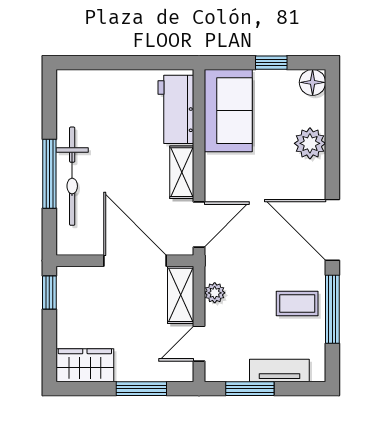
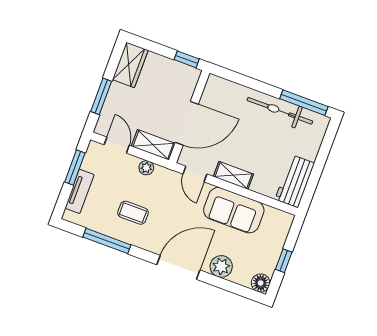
workbench: (176, 109) -> (295, 181), moved, turned -90
sofa: (228, 111) -> (234, 210), moved
window: (49, 174) -> (304, 103), moved
bicycle: (72, 176) -> (280, 111), moved
door: (199, 224) -> (195, 174), width x0.73
door: (332, 230) -> (178, 267), moved
coffee table: (297, 304) -> (133, 213), moved, turned 90

